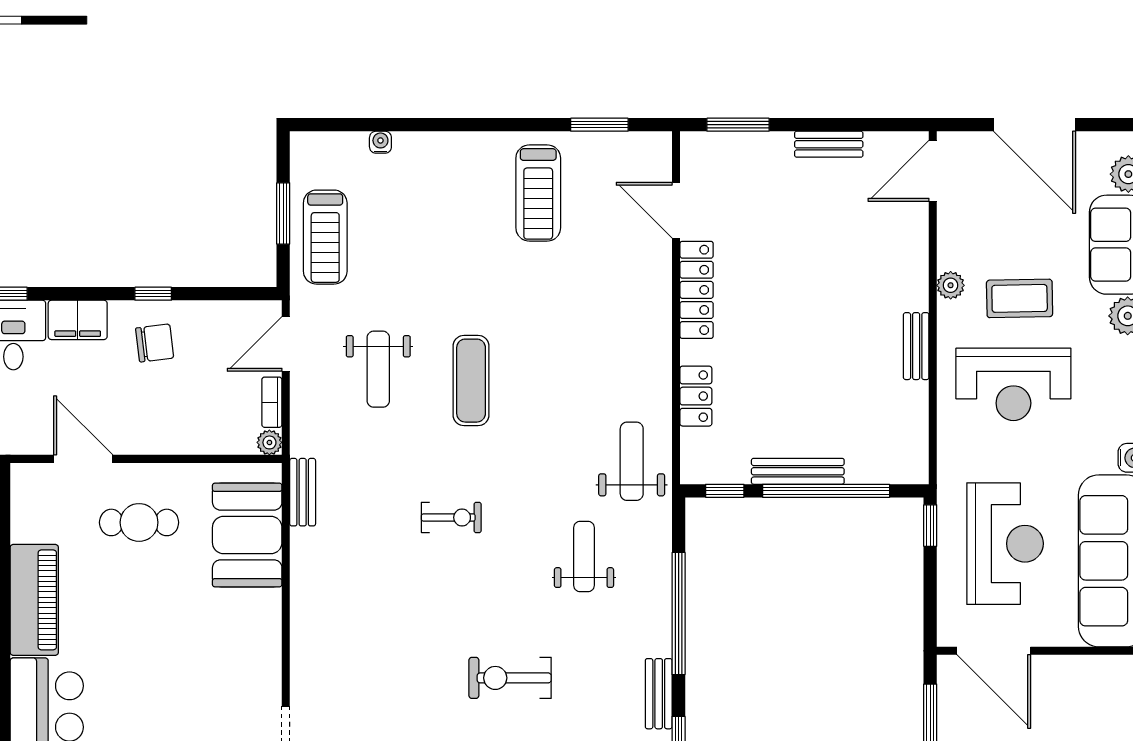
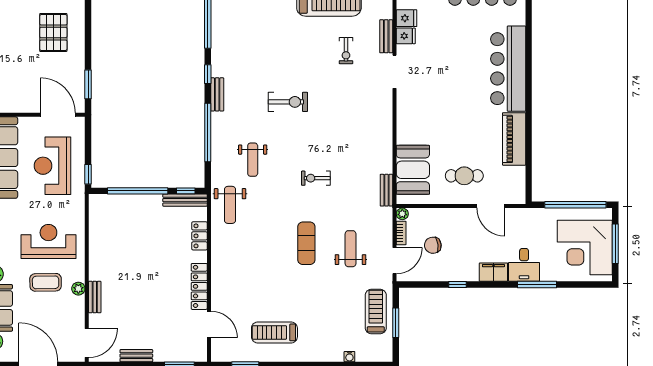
treadmill: (538, 193) -> (274, 332), turned -90
chair: (155, 343) -> (433, 245), moved
bench: (916, 346) -> (95, 297), moved
bench: (798, 471) -> (185, 200), moved

